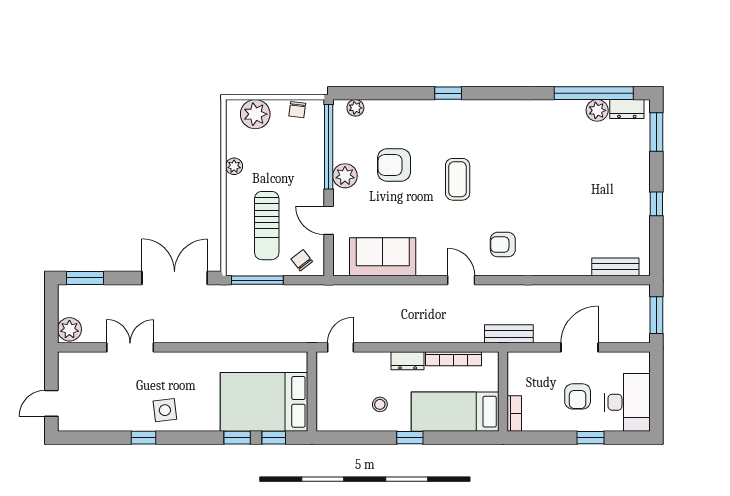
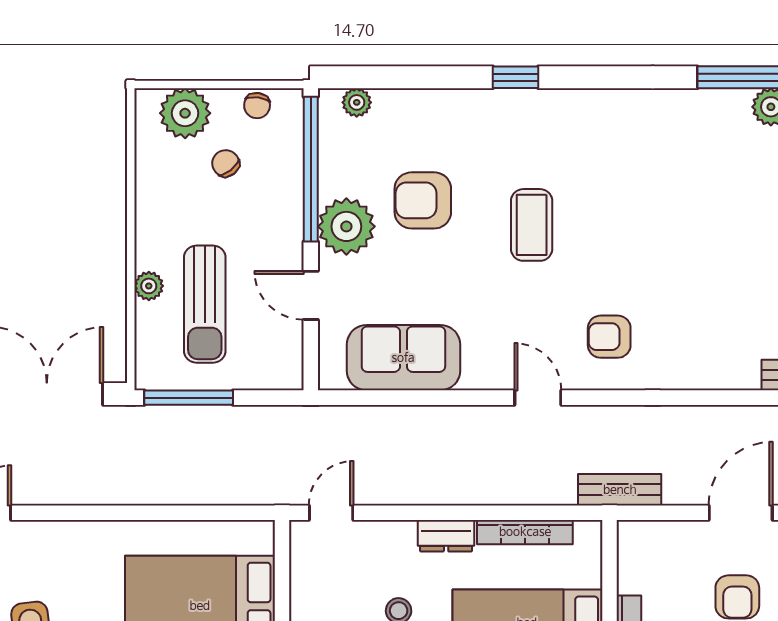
plant: (234, 166) -> (149, 286), moved
plant: (345, 176) -> (346, 226), width x1.36, depth x1.36
chair: (302, 260) -> (226, 163), moved

